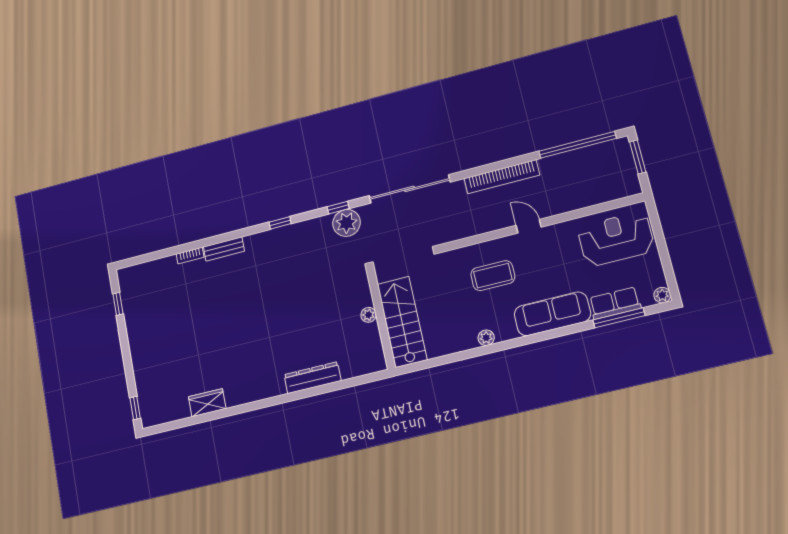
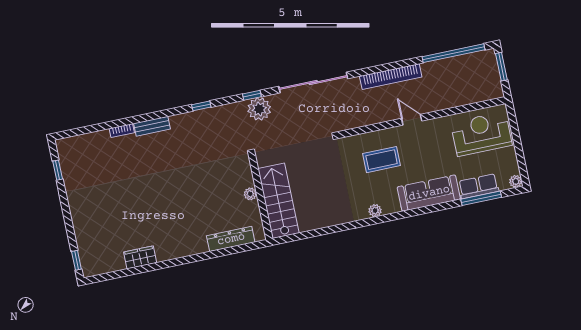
plant: (369, 315) -> (250, 194), moved
wall: (381, 319) -> (261, 198), moved
stairs: (402, 322) -> (278, 201), moved

